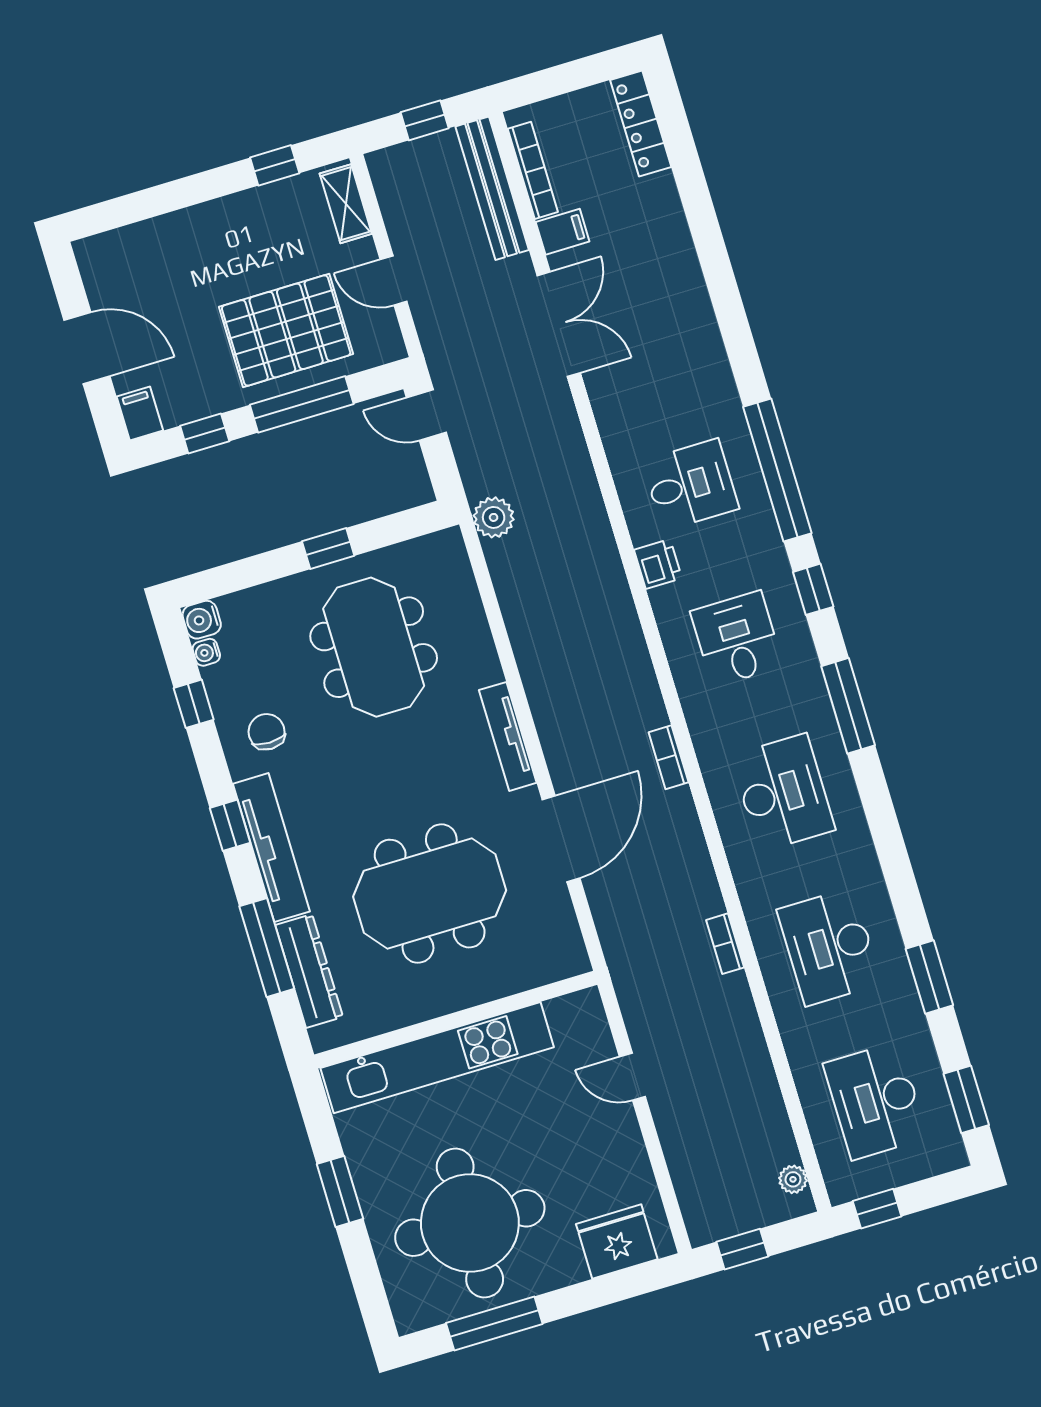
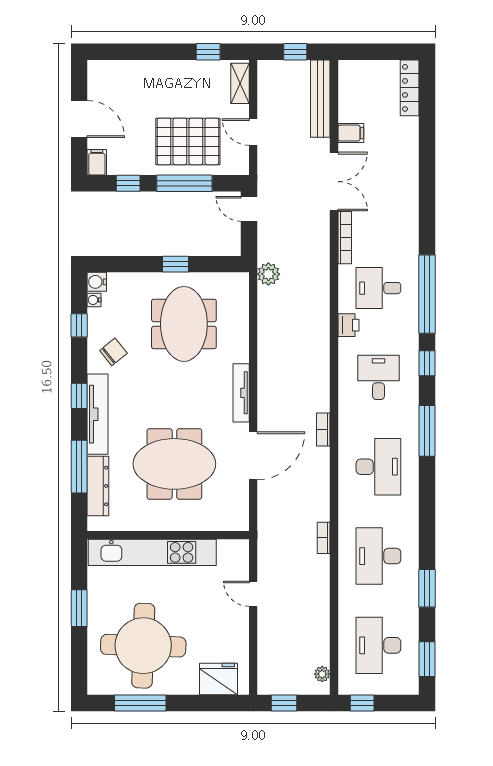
bookcase: (533, 170) -> (345, 238), moved
desk: (691, 485) -> (378, 288), turned 180
chair: (267, 732) -> (113, 352), turned 51

